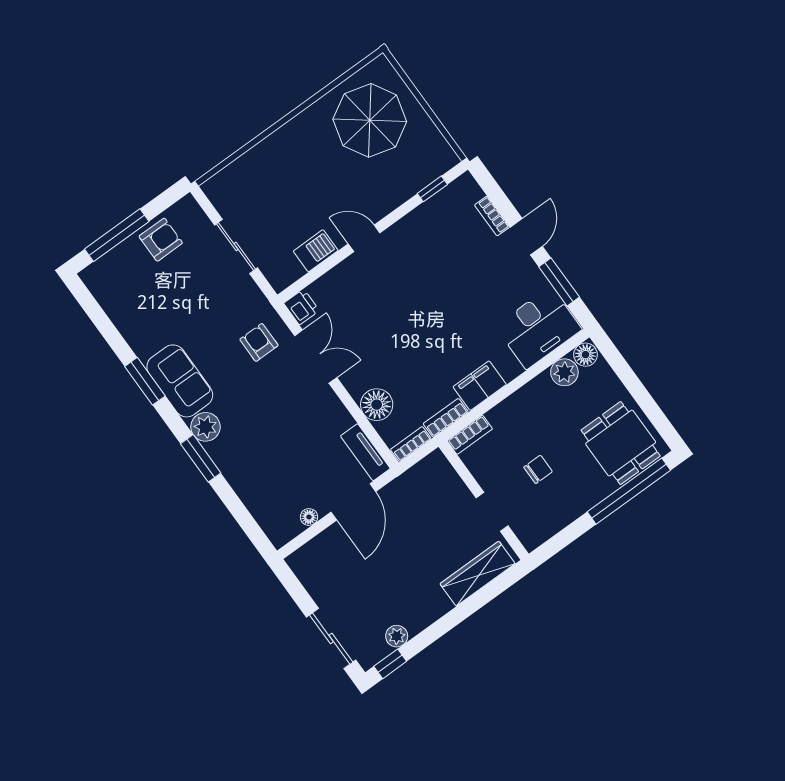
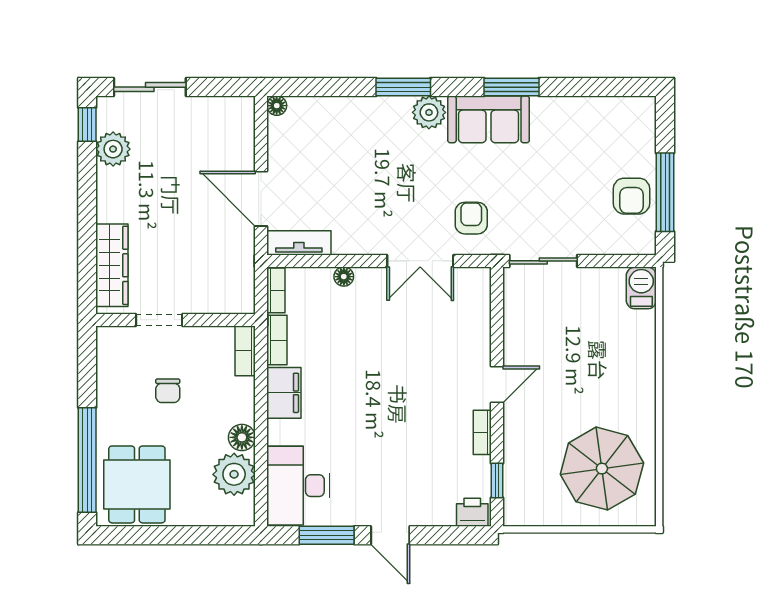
bookcase: (492, 216) -> (482, 432), moved, turned -90
window: (117, 235) -> (665, 192), moved
sliding door: (236, 246) -> (543, 261), moved
barbecue: (316, 251) -> (641, 288), moved, turned 180
printer: (302, 307) -> (472, 512), moved, turned 180
armchair: (259, 342) -> (471, 218), turned -90
floor lamp: (585, 355) -> (242, 437), moved
plant: (564, 372) -> (234, 474), width x1.36, depth x1.36
floor lamp: (377, 405) -> (344, 277), width x0.53, depth x0.53
dining table: (621, 443) -> (137, 484), turned 90
floor lamp: (309, 517) -> (277, 106), moved
plant: (397, 636) -> (113, 149), width x1.38, depth x1.38

